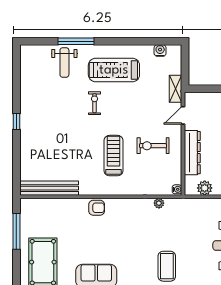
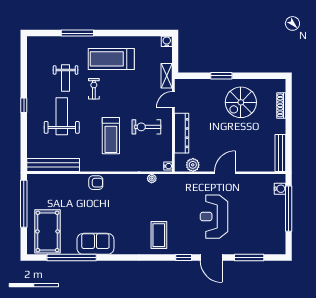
water cooler: (160, 51) -> (167, 41), moved
weight bench: (64, 62) -> (66, 78), moved
weight bench: (59, 134) -> (62, 116), added
treadmill: (114, 156) -> (111, 136), turned 180
window: (16, 231) -> (24, 204), width x1.46

